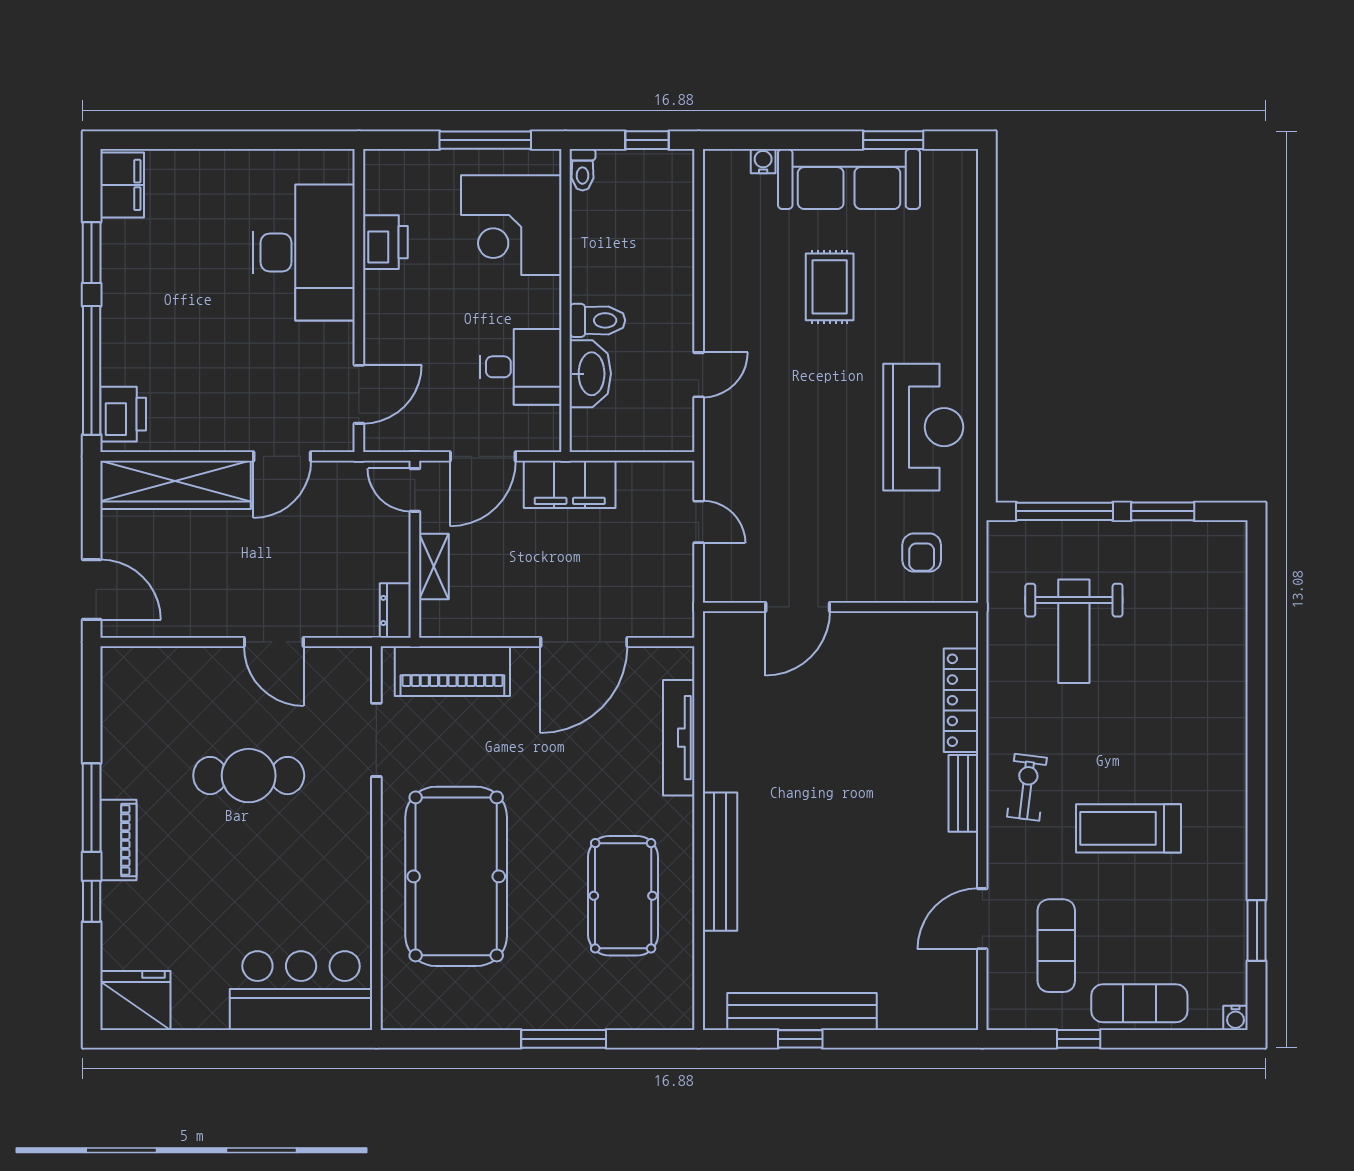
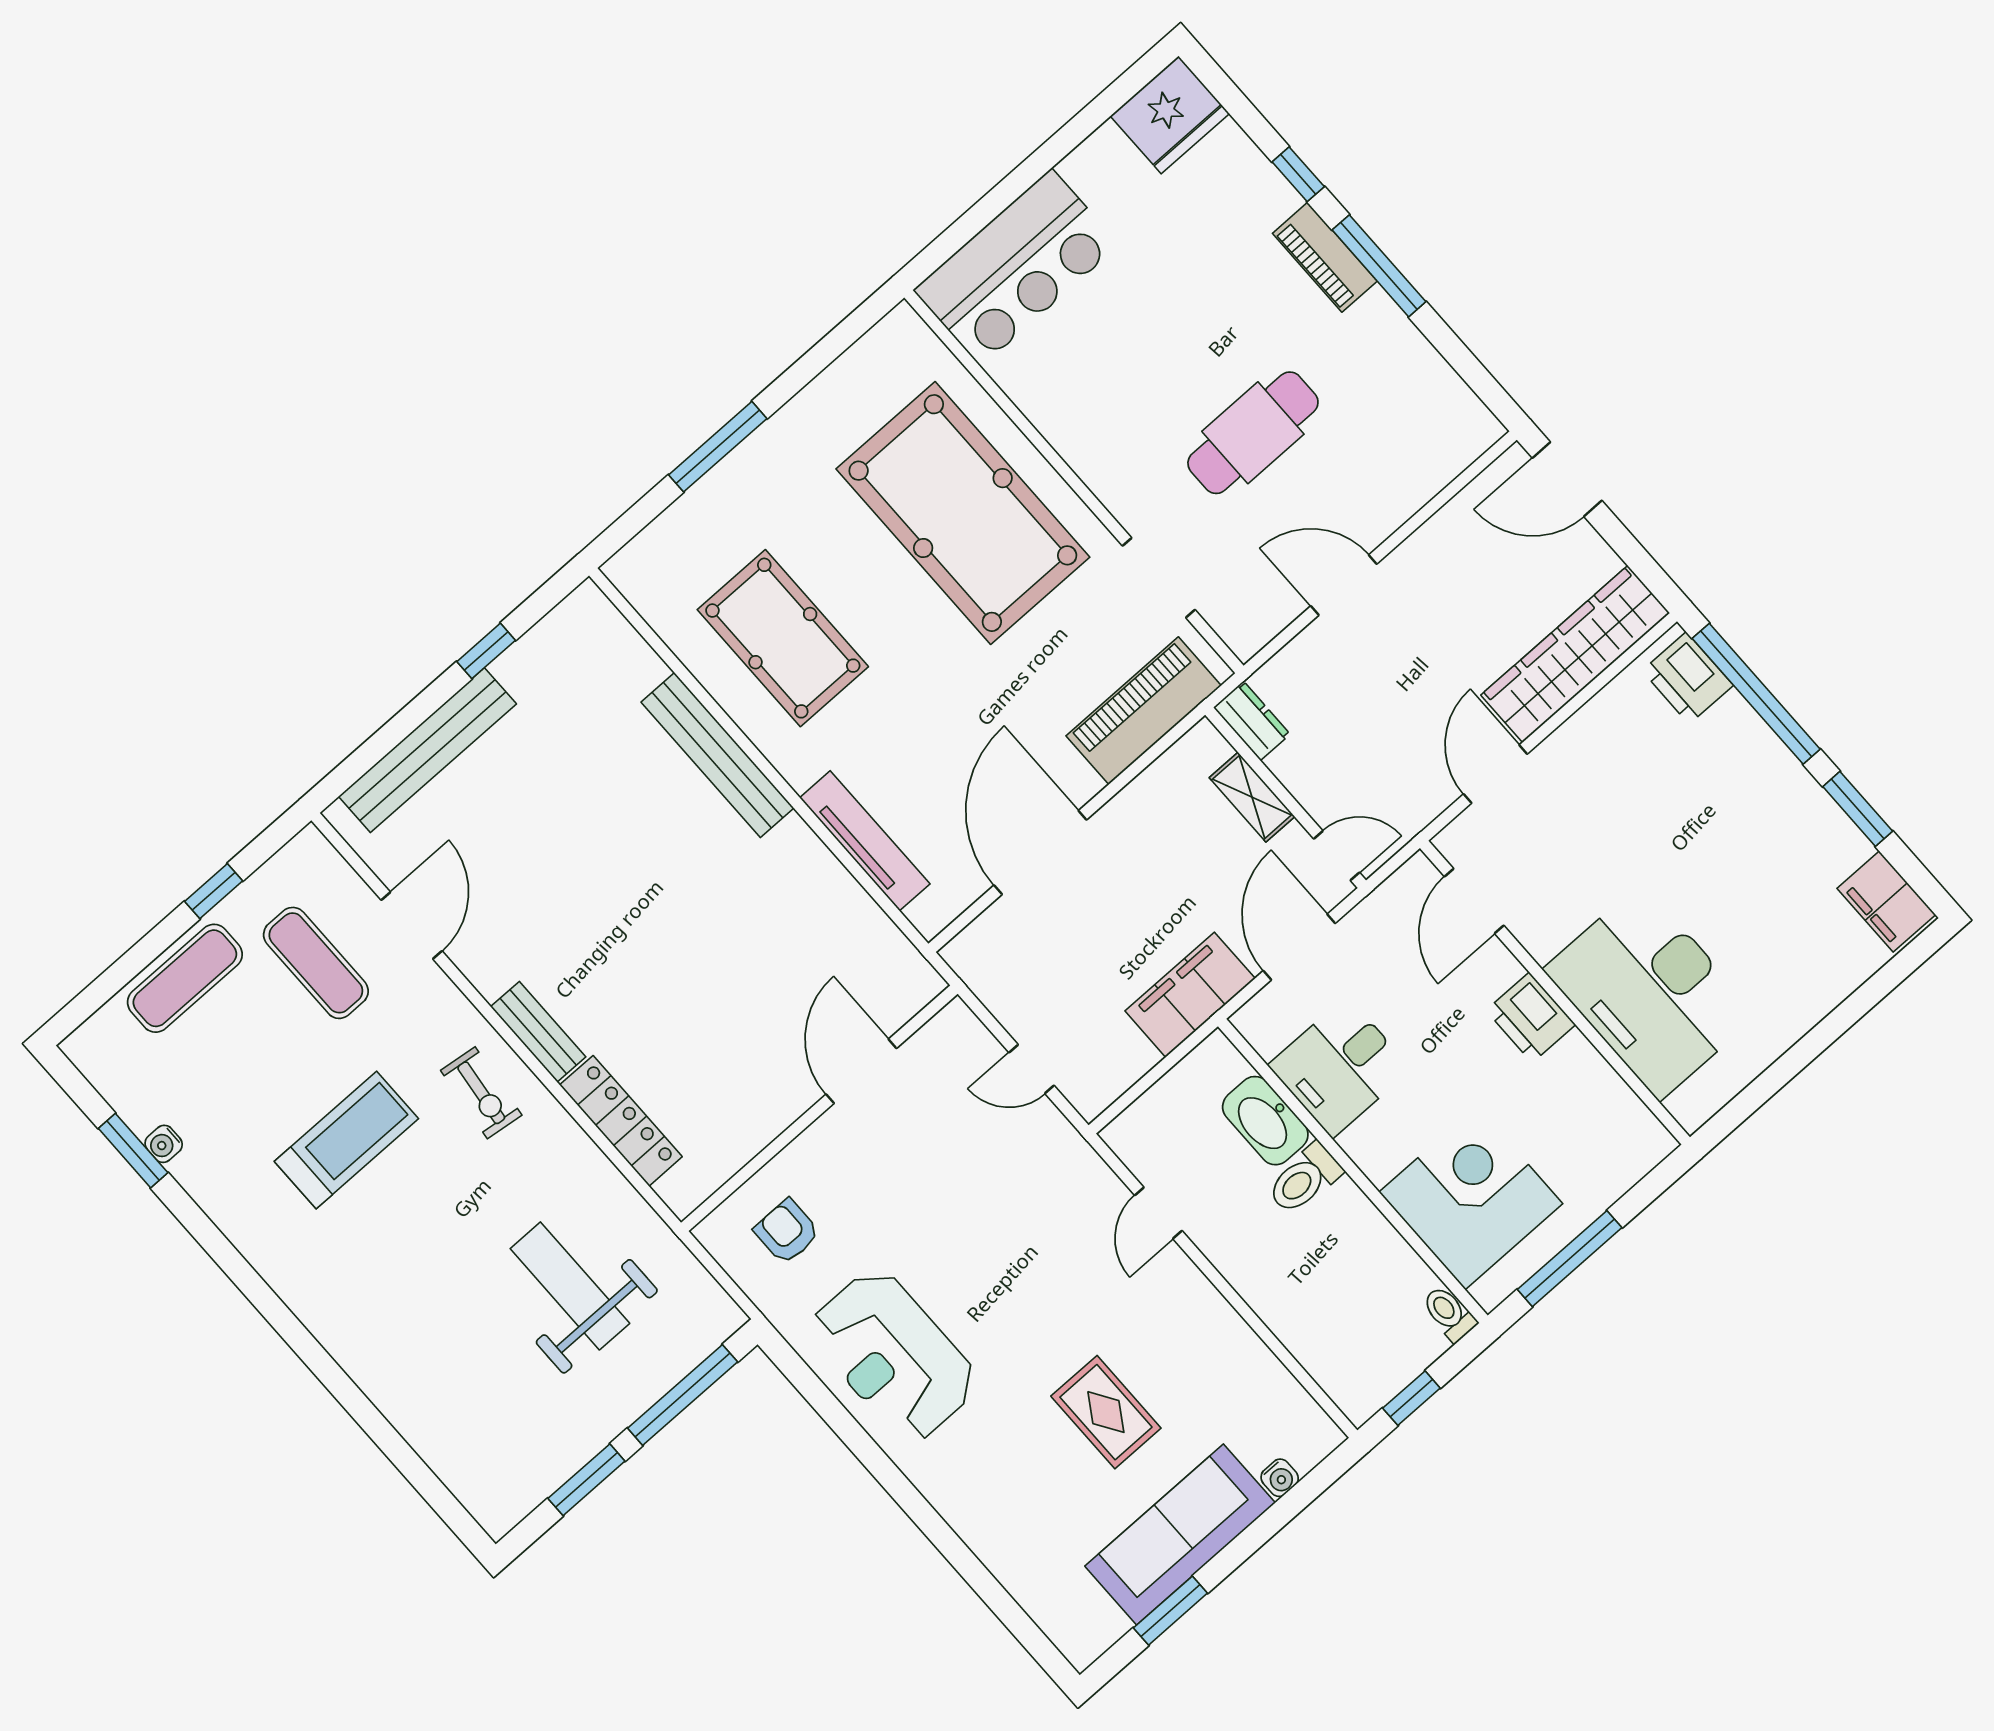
printer: (385, 242) -> (1531, 1017), moved
bench: (802, 1011) -> (427, 750), moved
water cooler: (1236, 1018) -> (164, 1144), moved, turned -90

